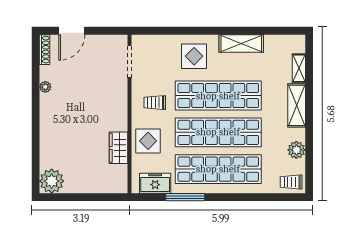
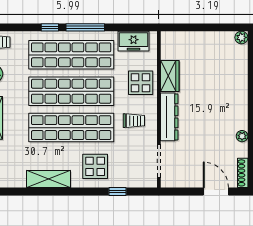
door: (72, 31) -> (216, 192), hinge flipped
window: (171, 31) -> (118, 192), added
dresser: (119, 106) -> (169, 117), added
plant: (52, 181) -> (241, 37), width x0.53, depth x0.53
window: (185, 197) -> (85, 27), moved
window: (240, 197) -> (50, 27), added

